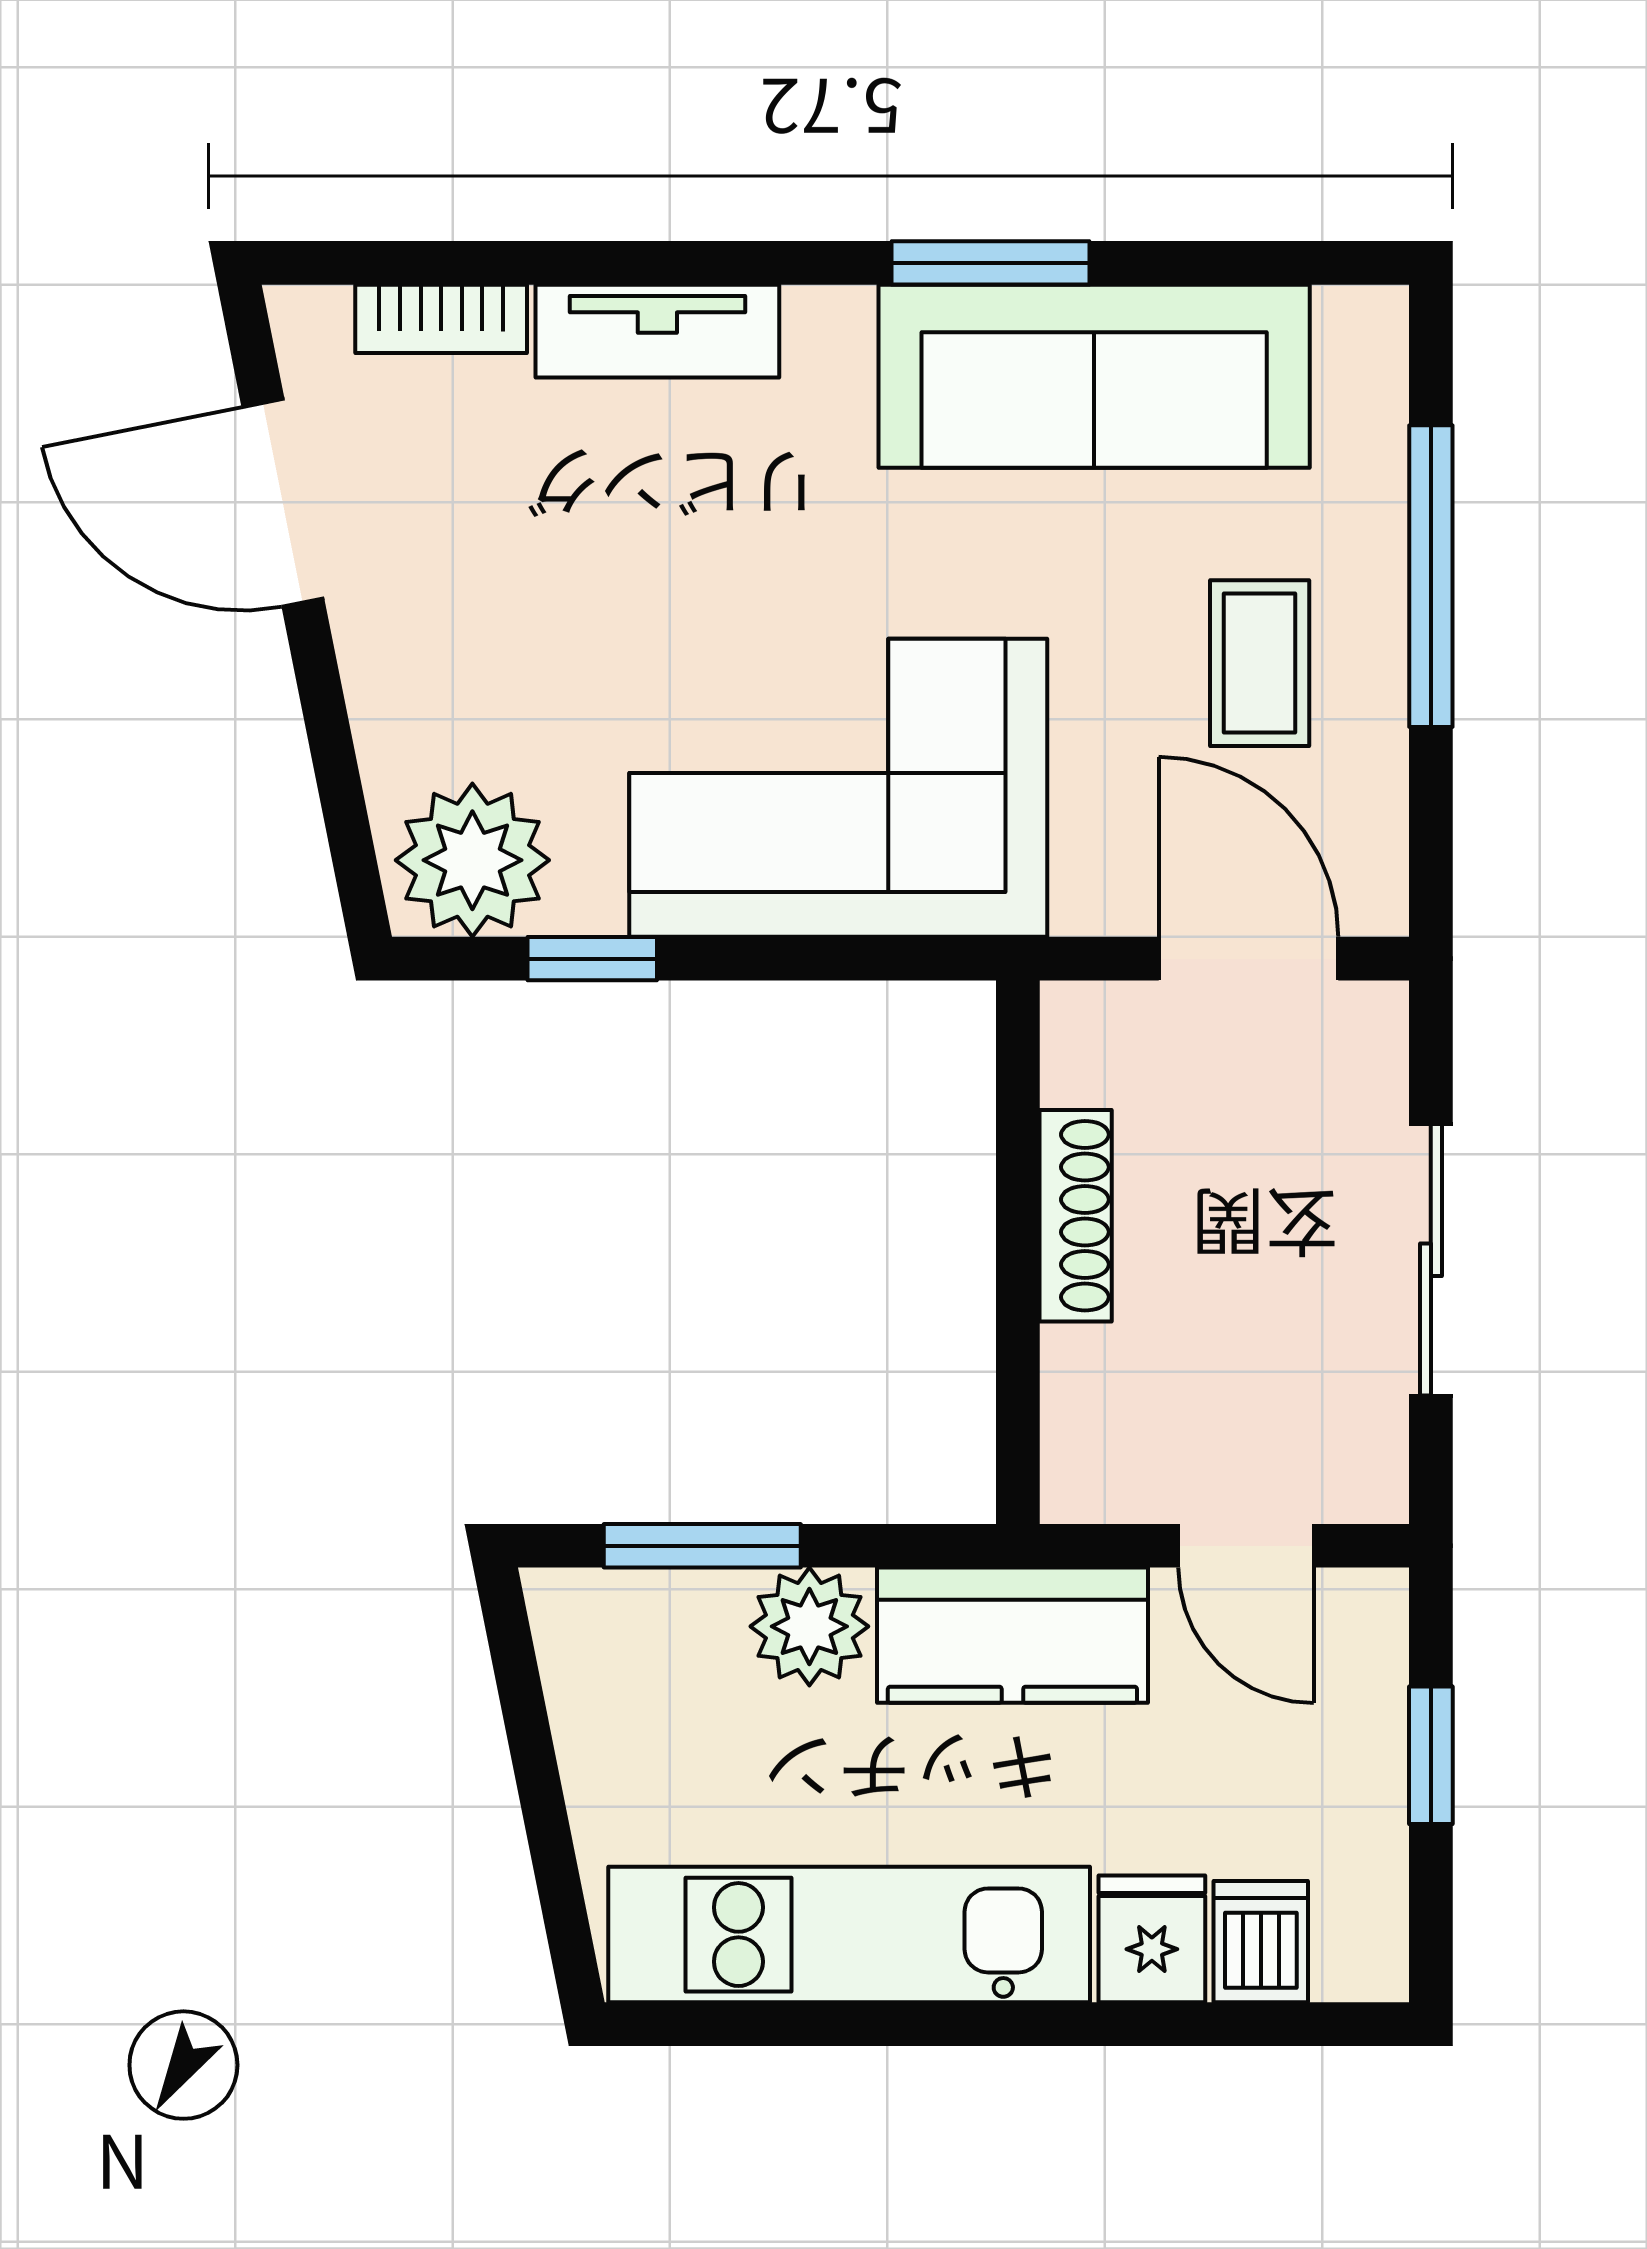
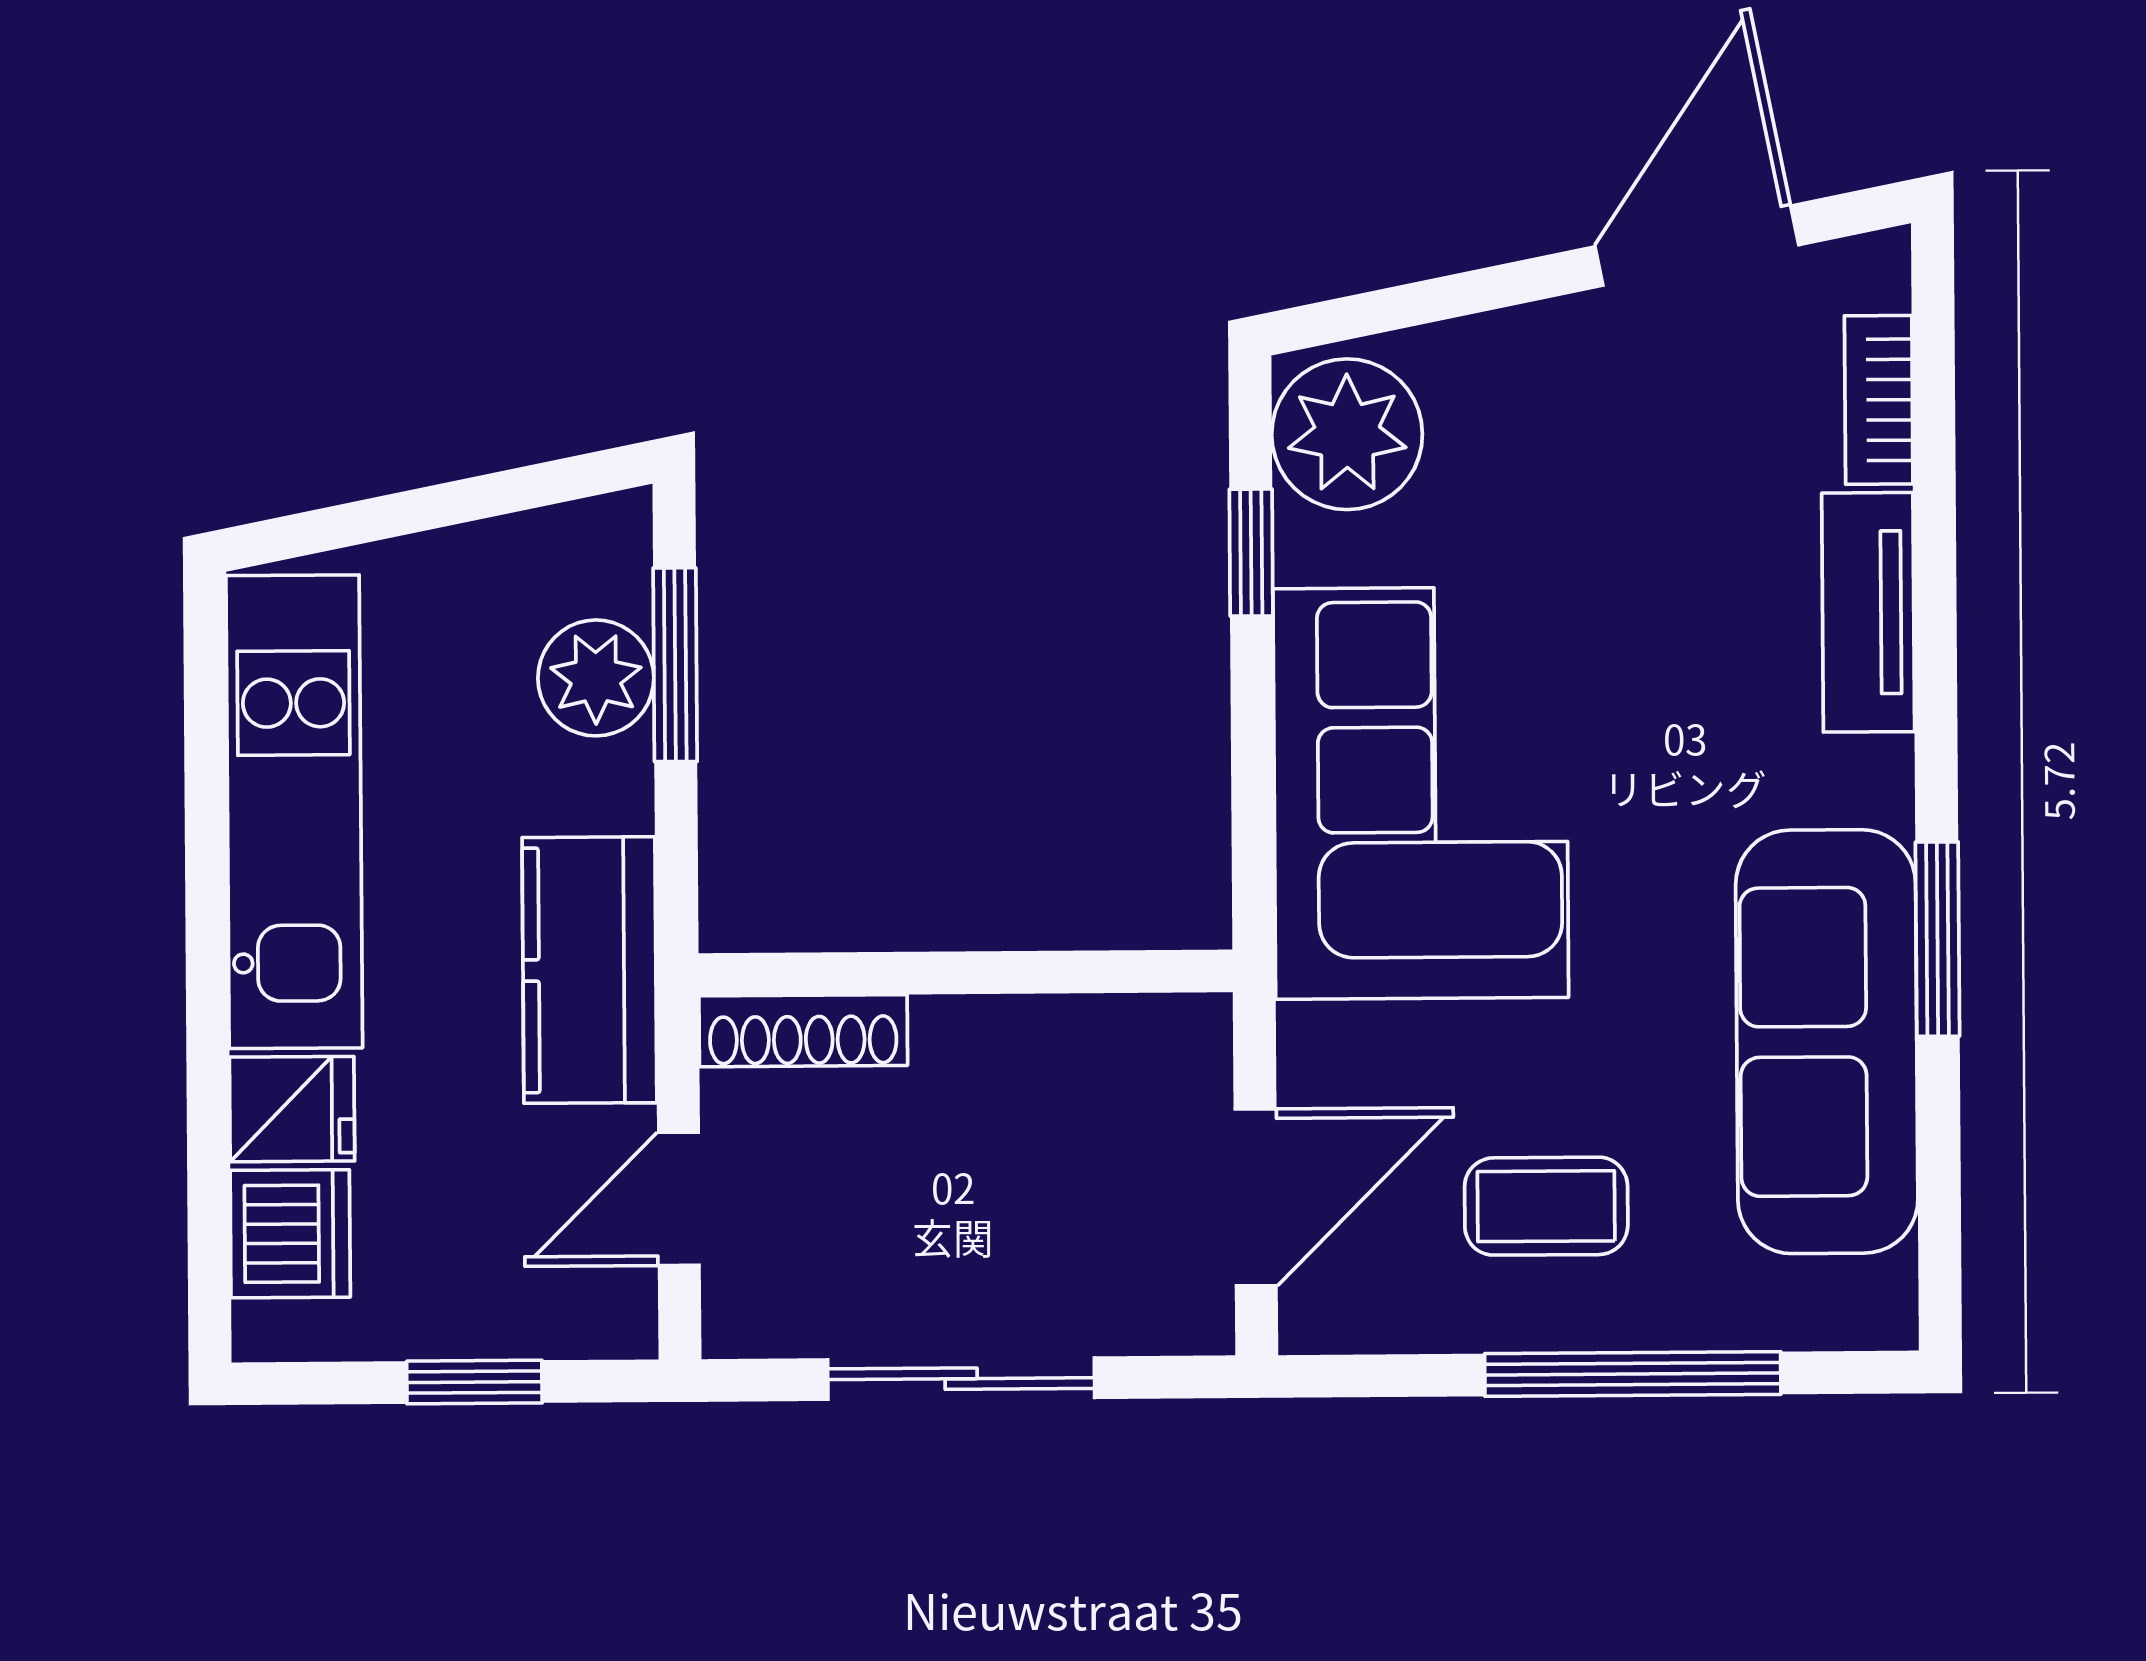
shoe rack: (1076, 1216) -> (803, 1031), moved
plant: (809, 1626) -> (596, 678), moved
dishwasher: (1261, 1942) -> (290, 1234), width x1.38

